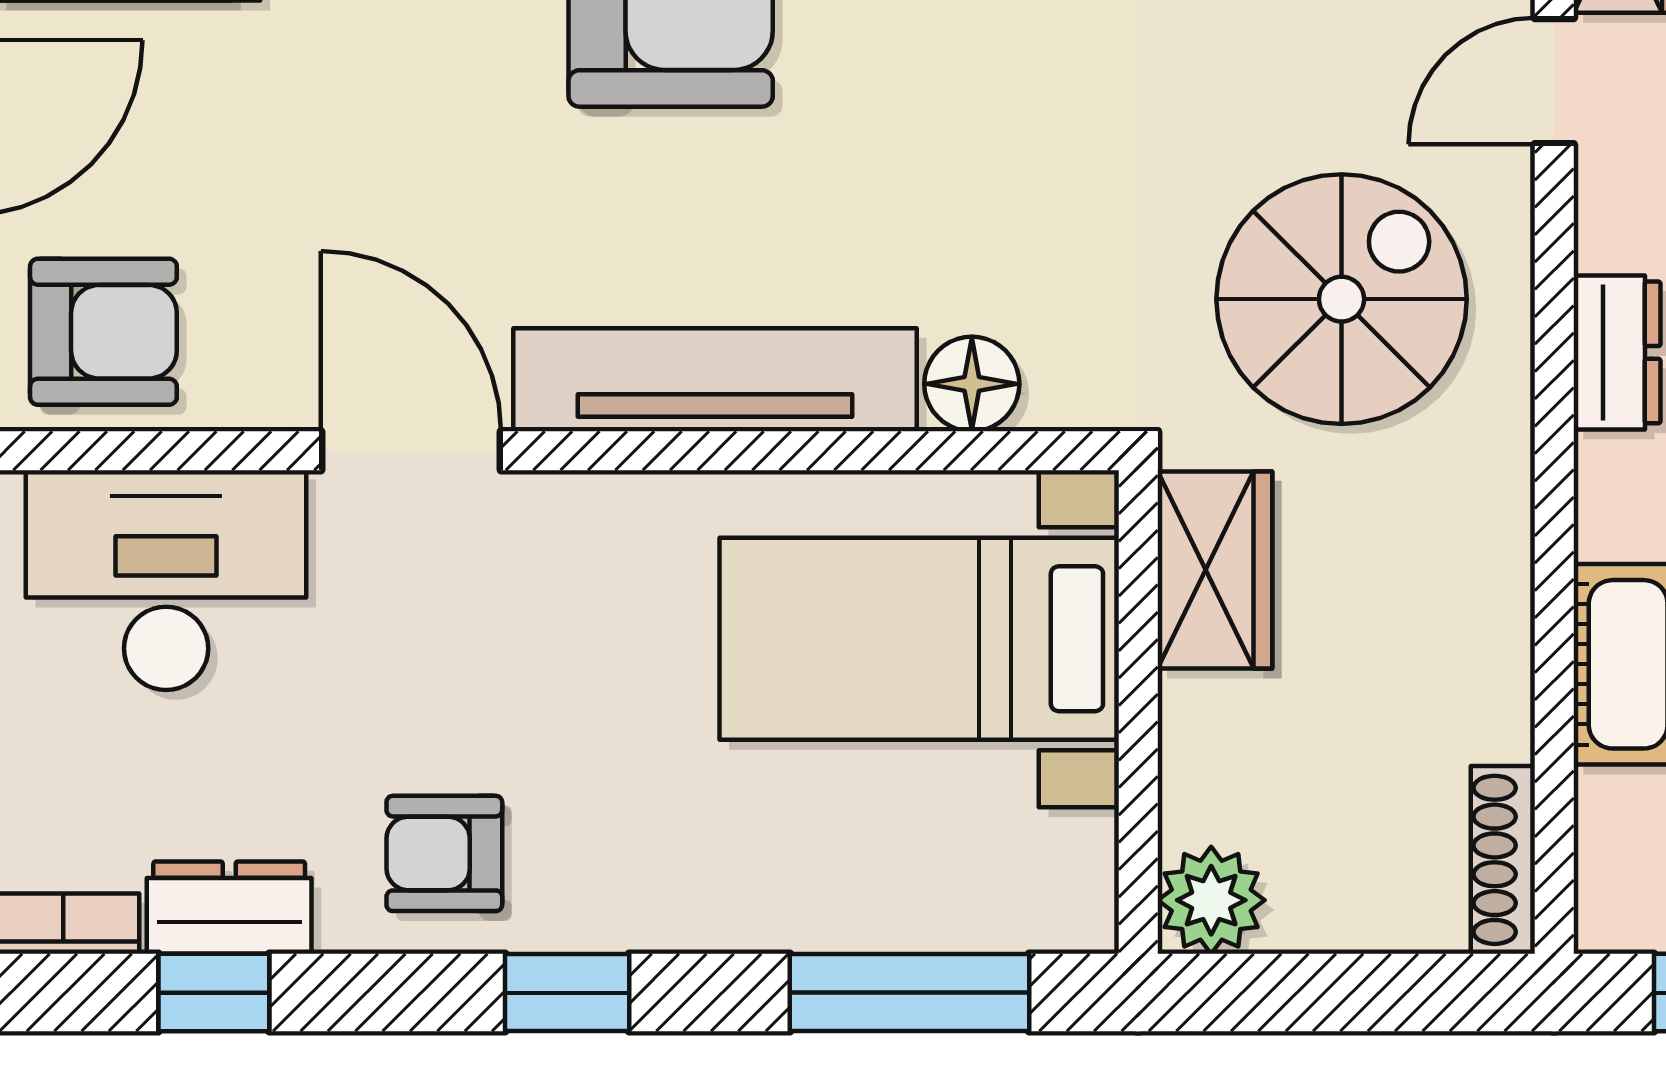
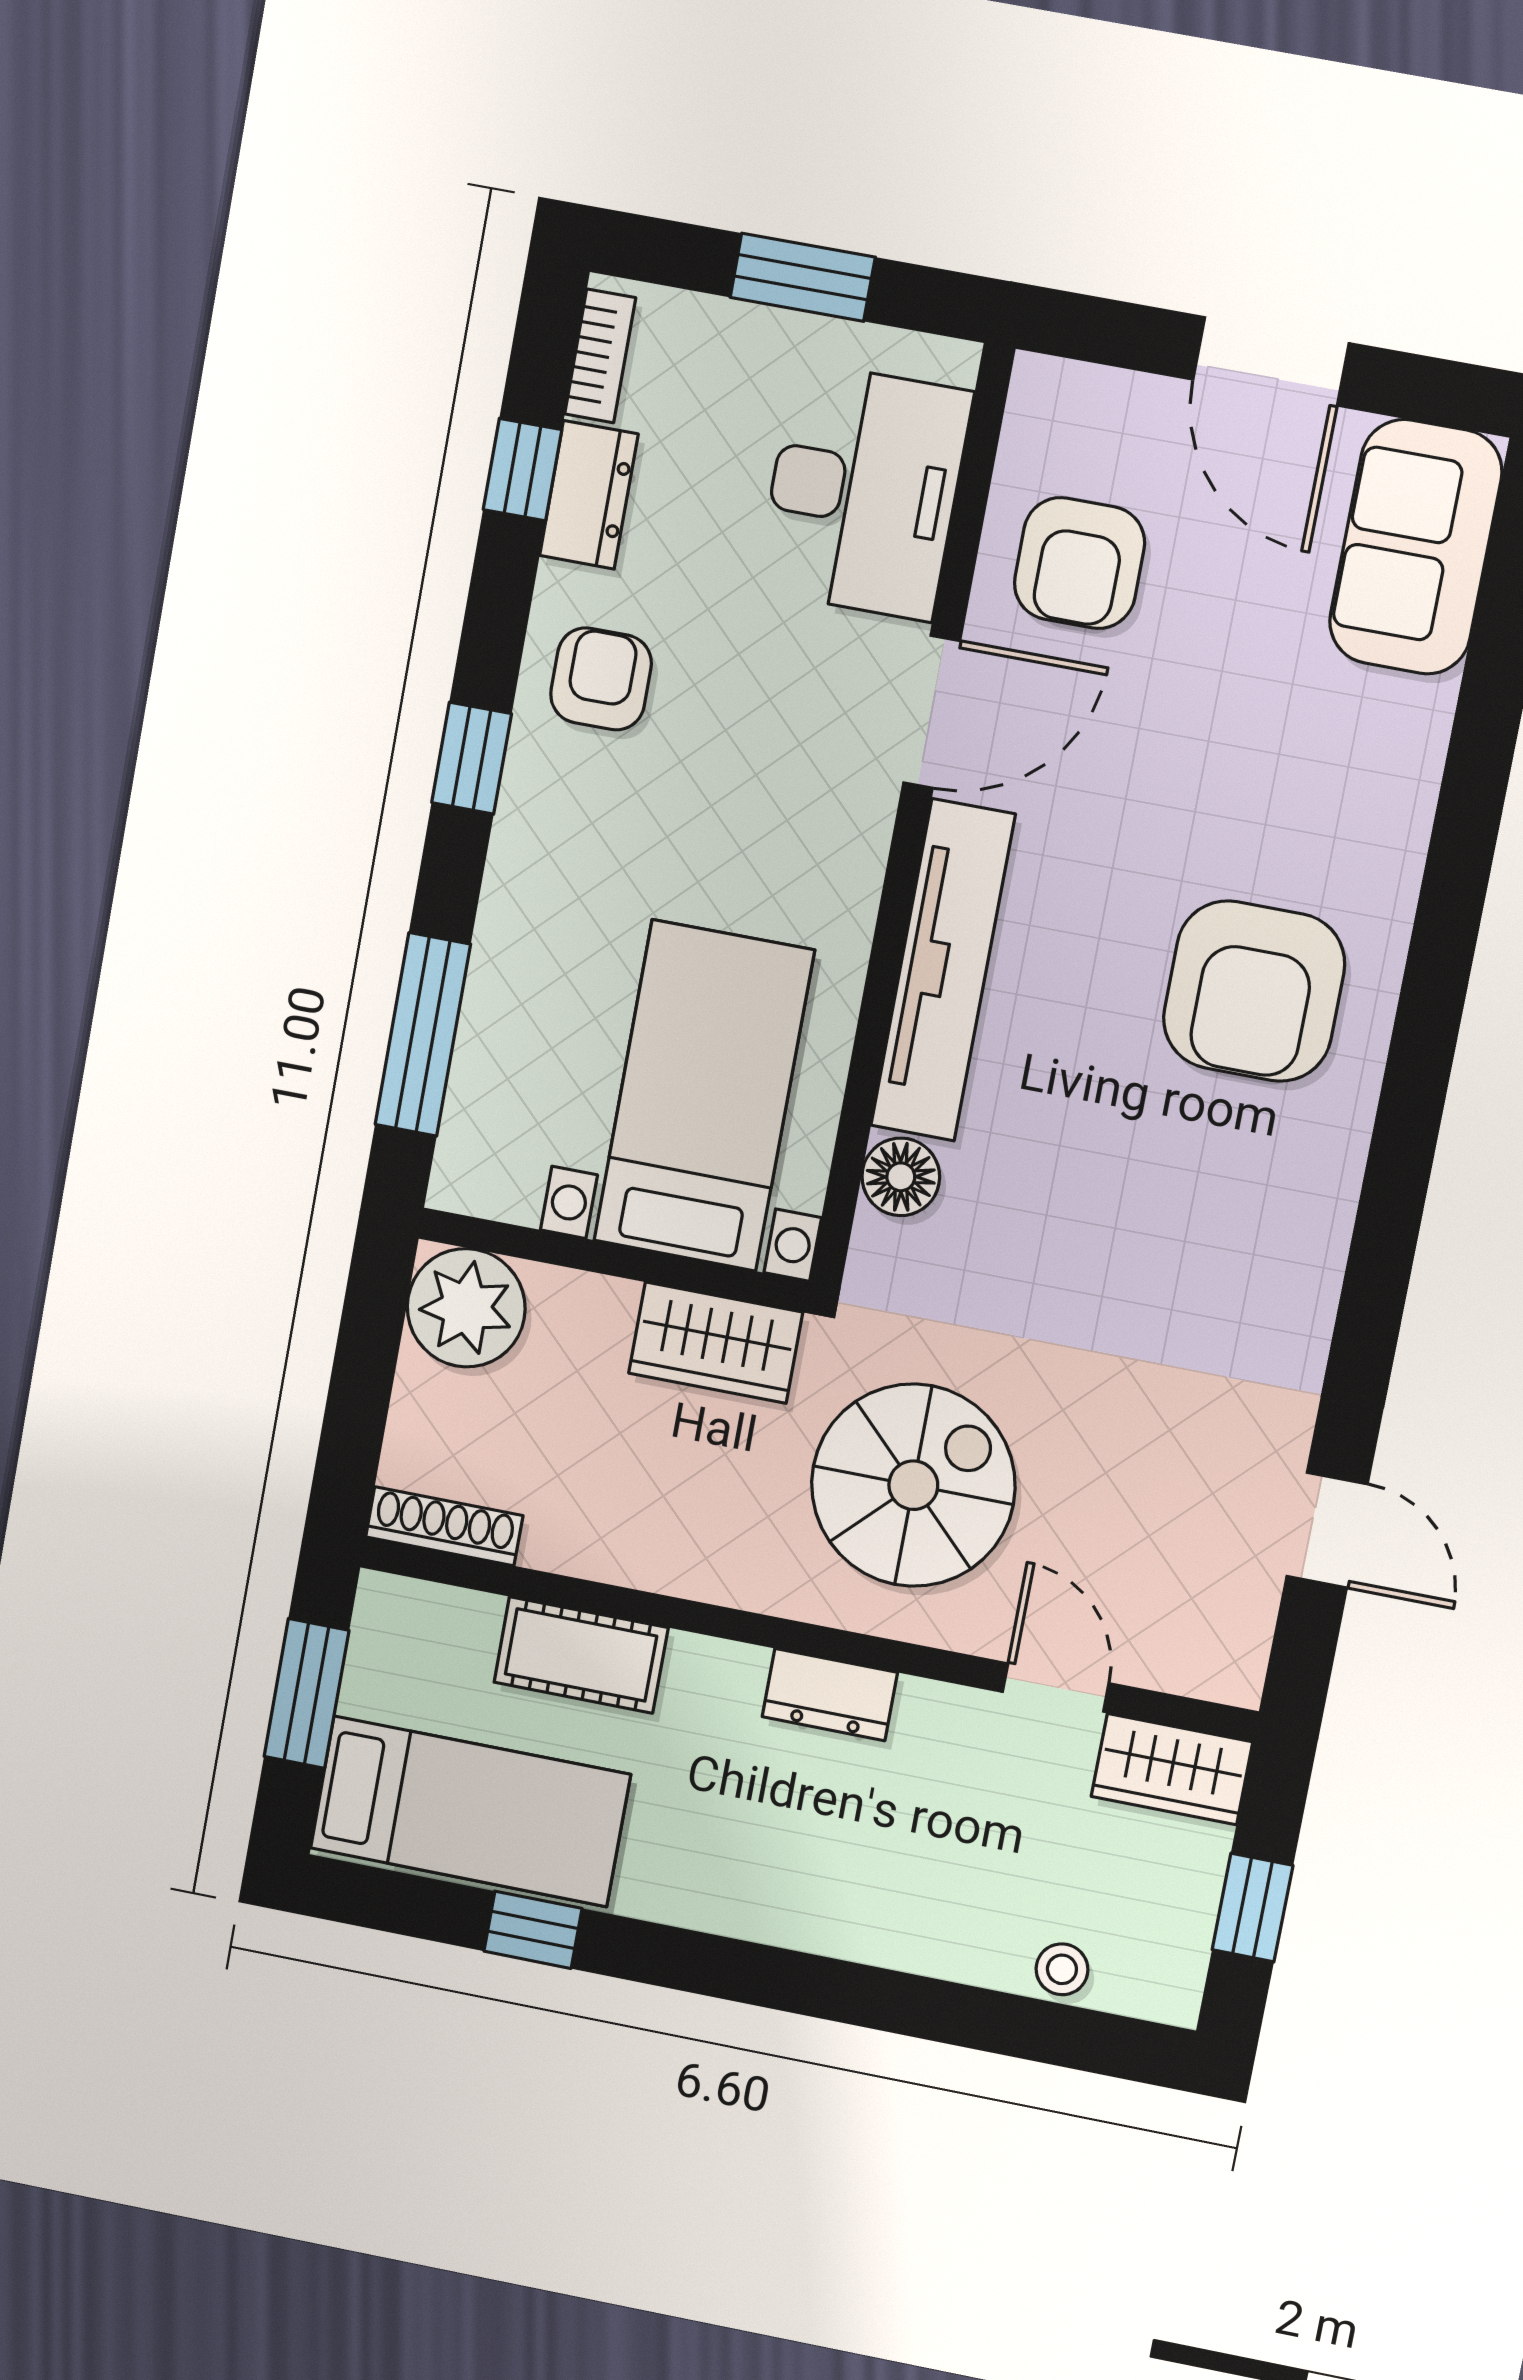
spiral stairs: (1342, 299) -> (913, 1485), turned -90
armchair: (103, 332) -> (1079, 563), moved
plant: (1211, 900) -> (466, 1308), width x1.36, depth x1.36

